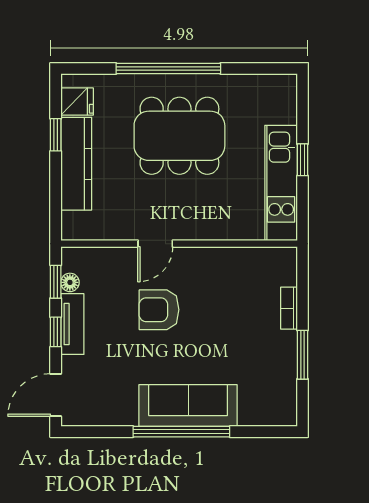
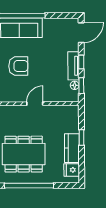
window: (56, 135) -> (82, 138), moved
kitchen counter: (76, 164) -> (72, 148), width x0.67
armchair: (159, 310) -> (18, 66), moved

